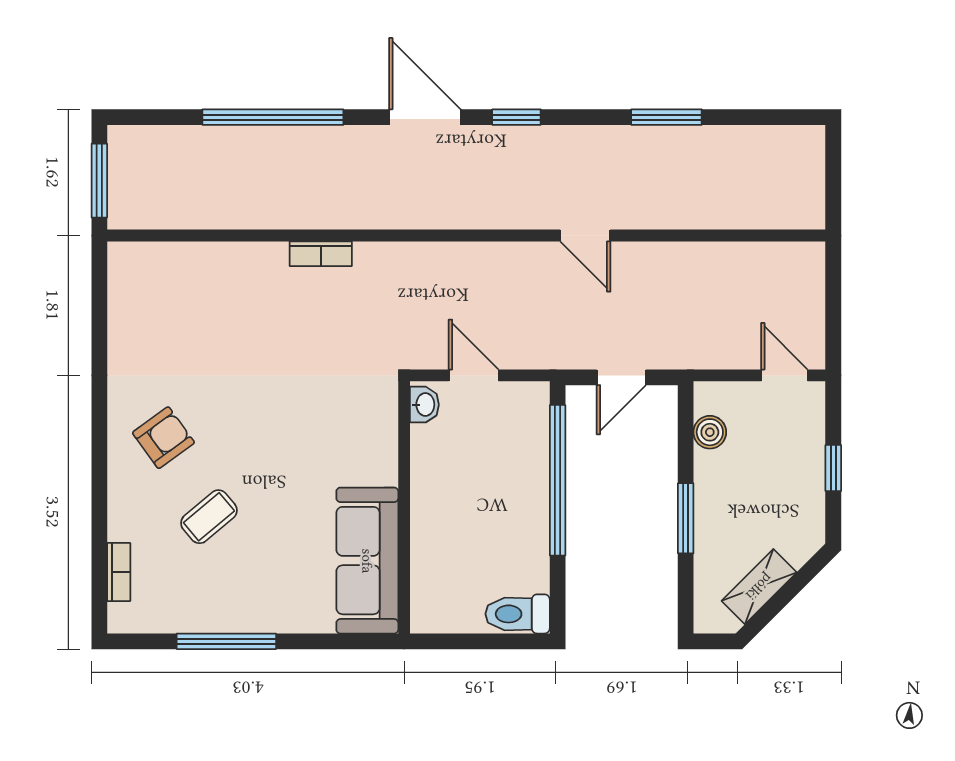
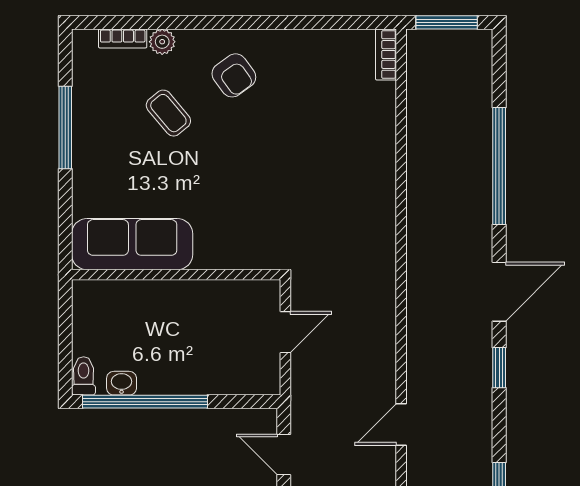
bookcase: (321, 254) -> (386, 54), moved
washbasin: (424, 405) -> (122, 383), moved, turned 180
window: (558, 480) -> (145, 402), moved
plant: (123, 524) -> (162, 42), added
toilet: (518, 614) -> (84, 376), width x0.73, depth x0.72

